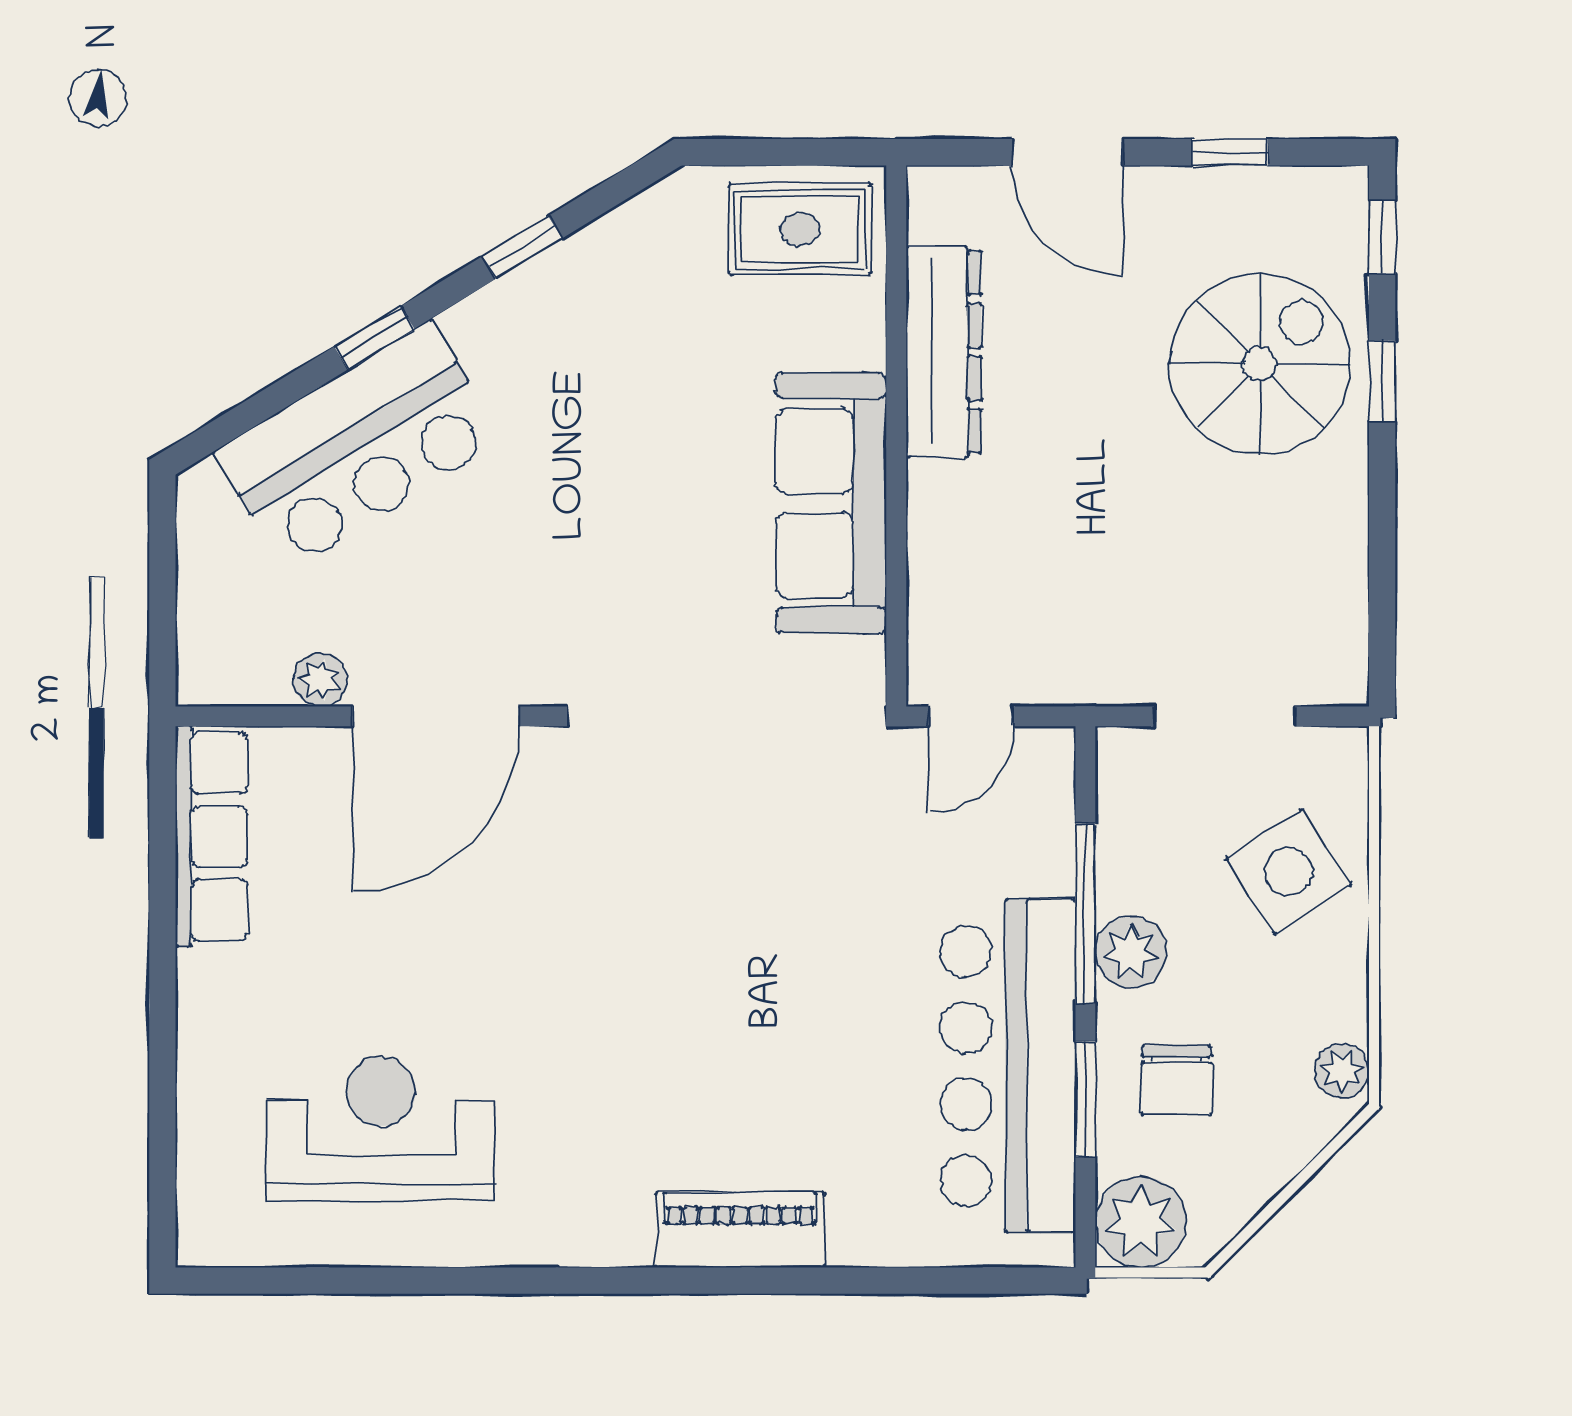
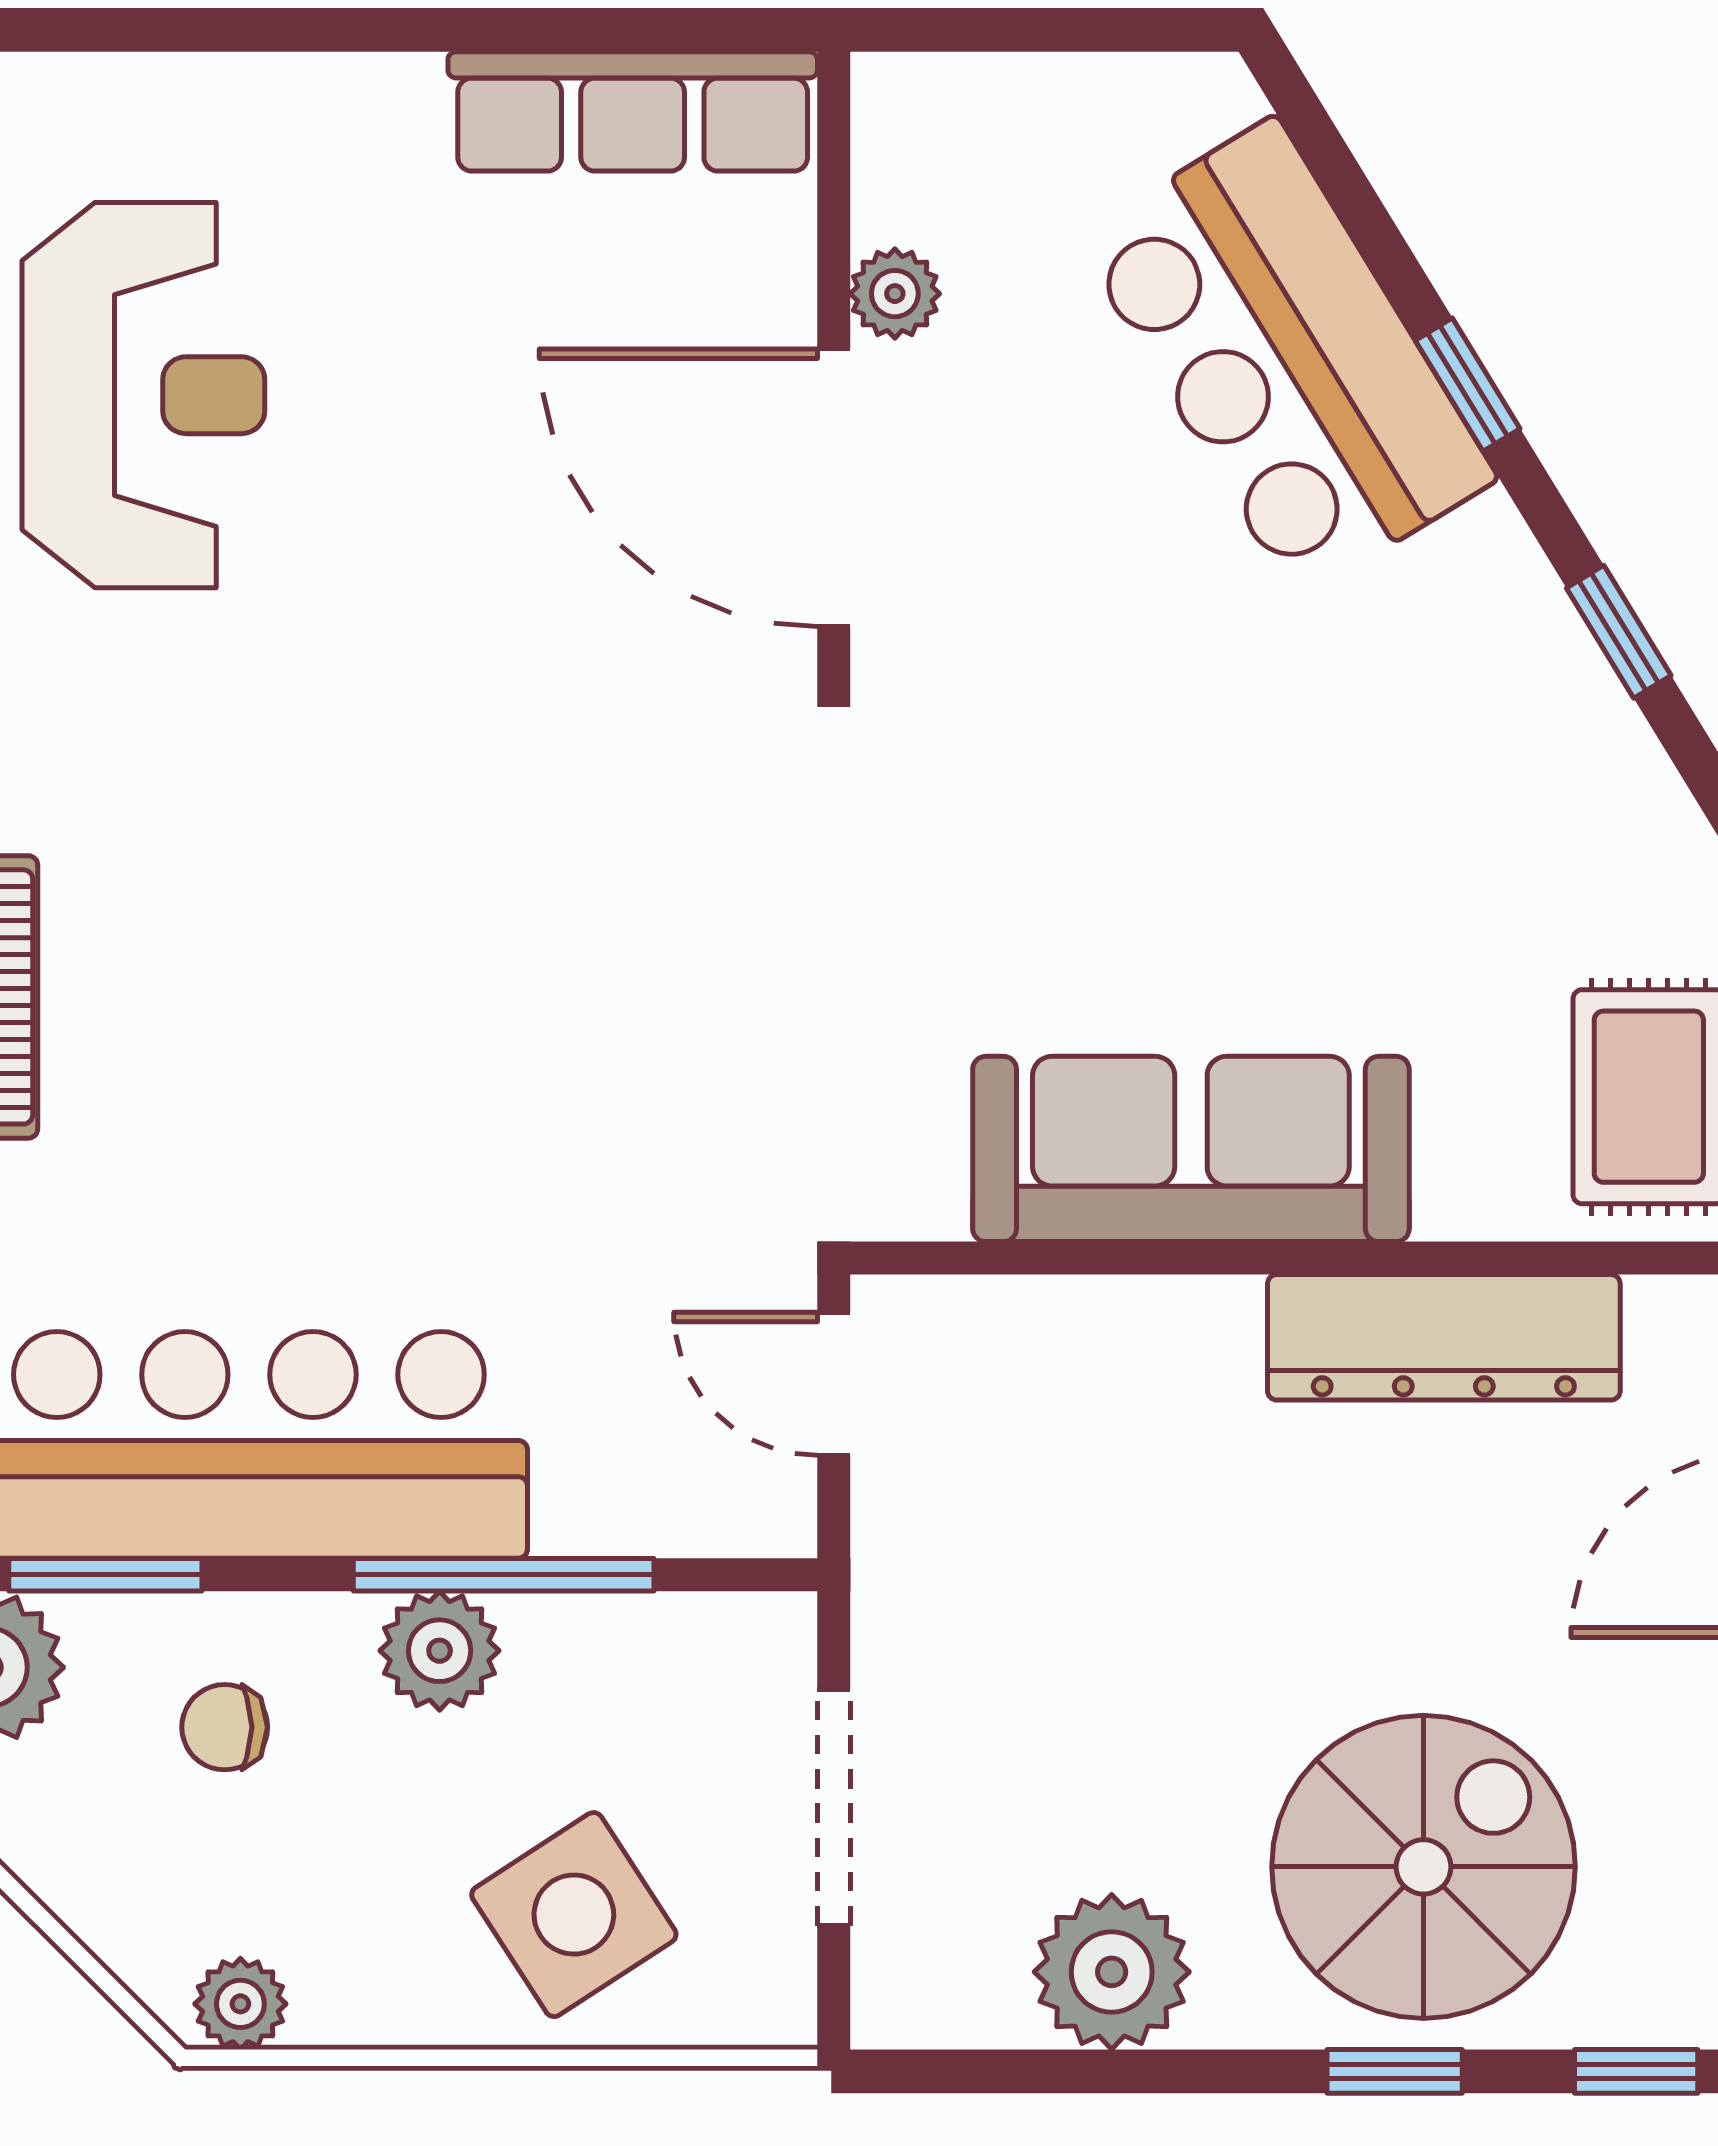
spiral stairs: (1260, 364) -> (1424, 1867), turned -90
plant: (1323, 550) -> (1112, 1972), added
chair: (1177, 1080) -> (225, 1727), width x0.73, depth x0.73
window: (1085, 1099) -> (105, 1575), moved

